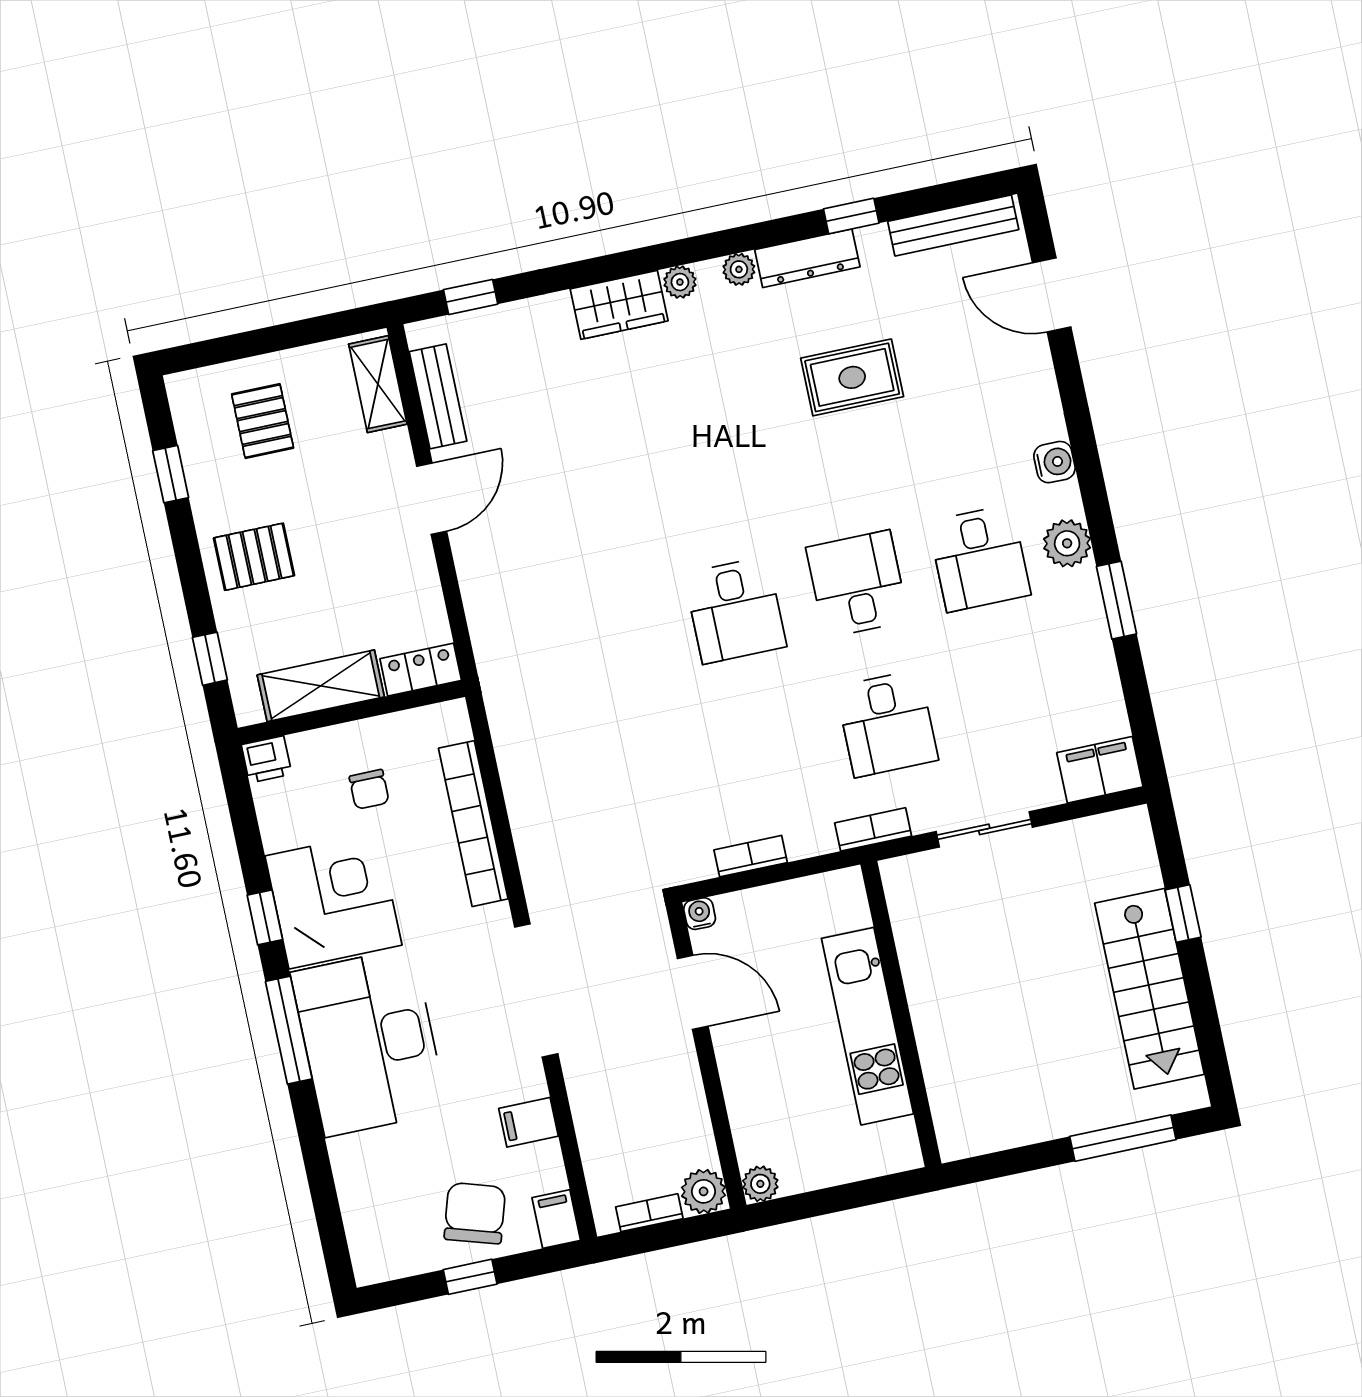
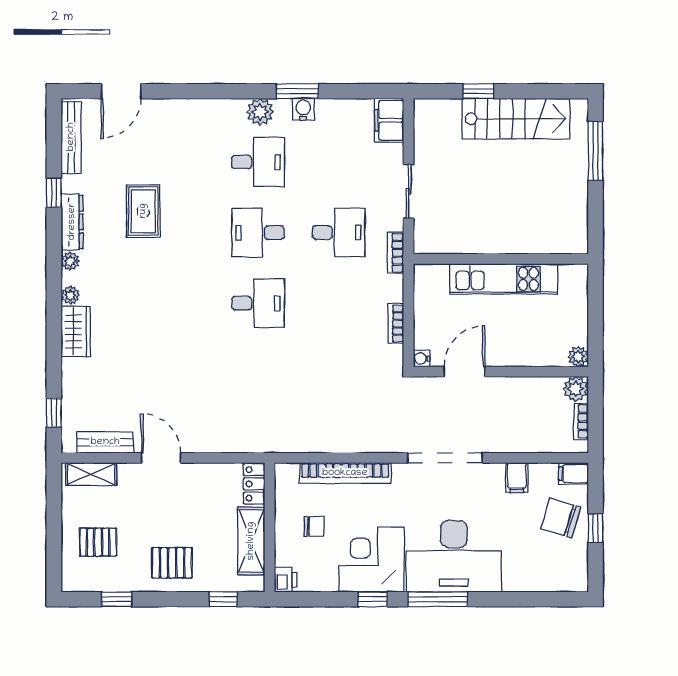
water cooler: (1055, 462) -> (303, 109), moved
pallet: (254, 557) -> (172, 563), turned 90

